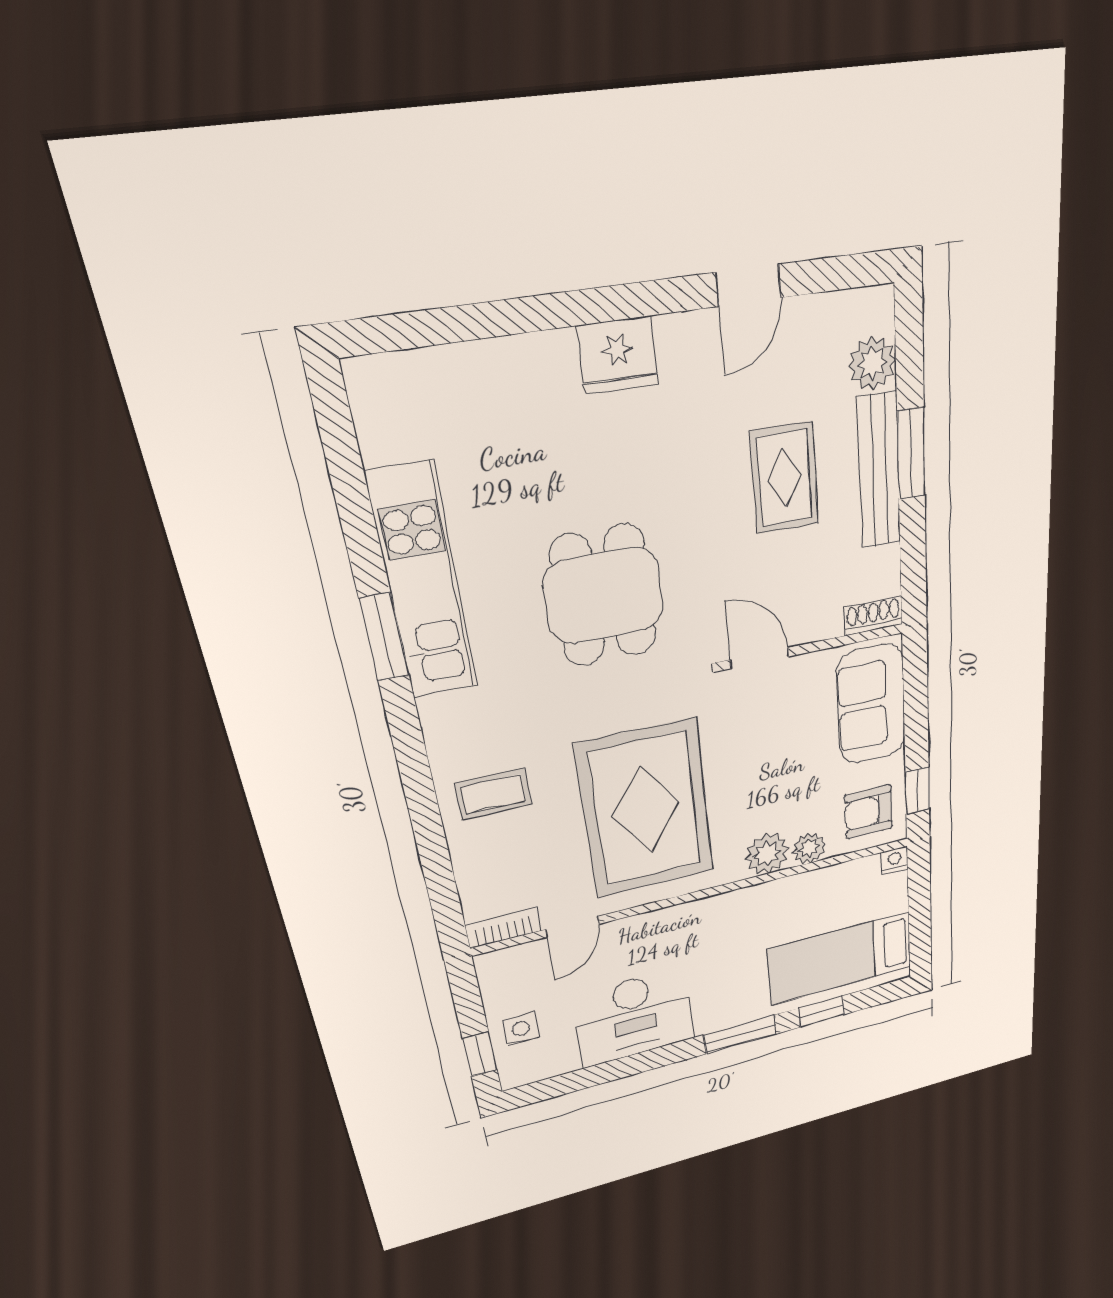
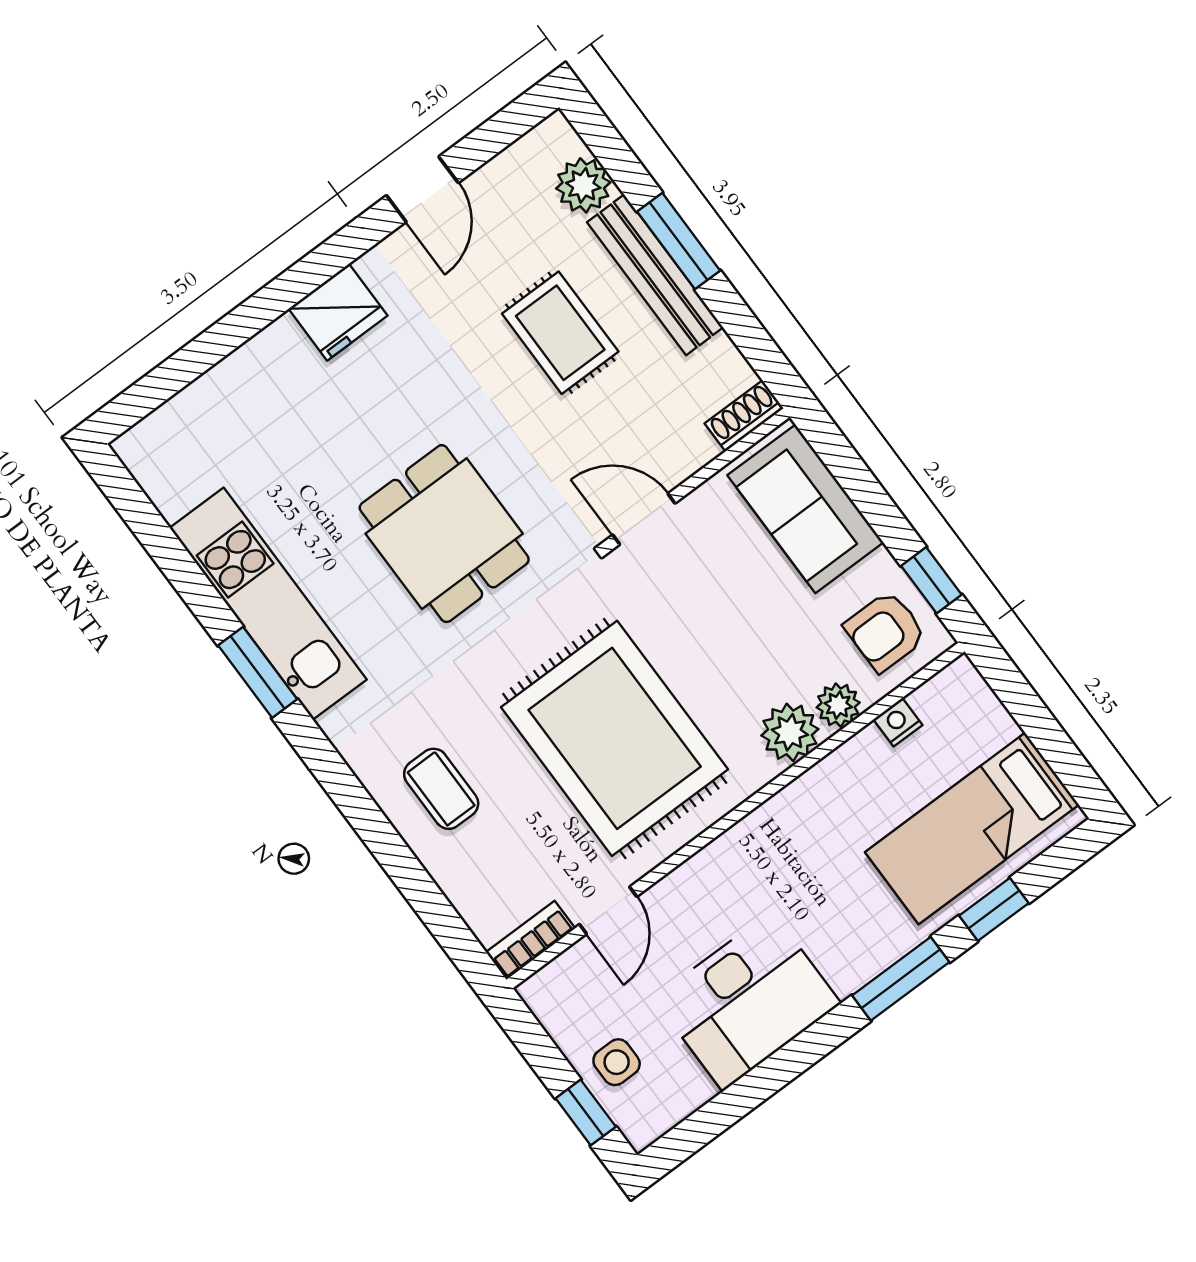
coffee table: (494, 794) -> (441, 789), turned 90
nightstand: (895, 860) -> (898, 722), moved

